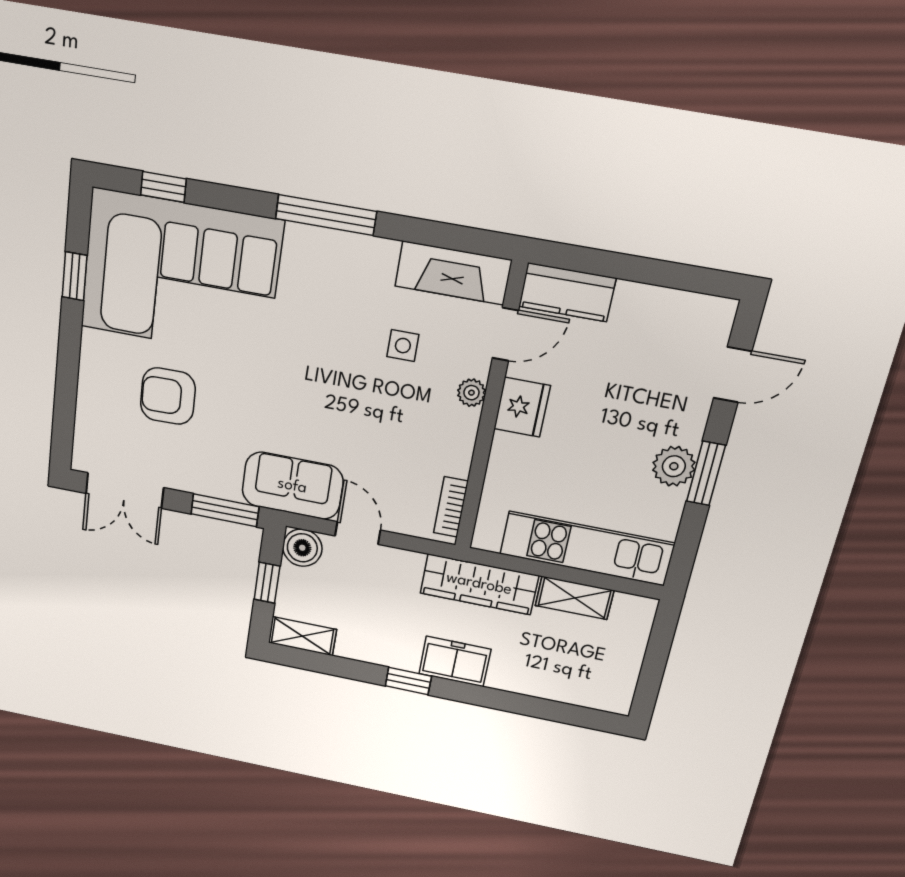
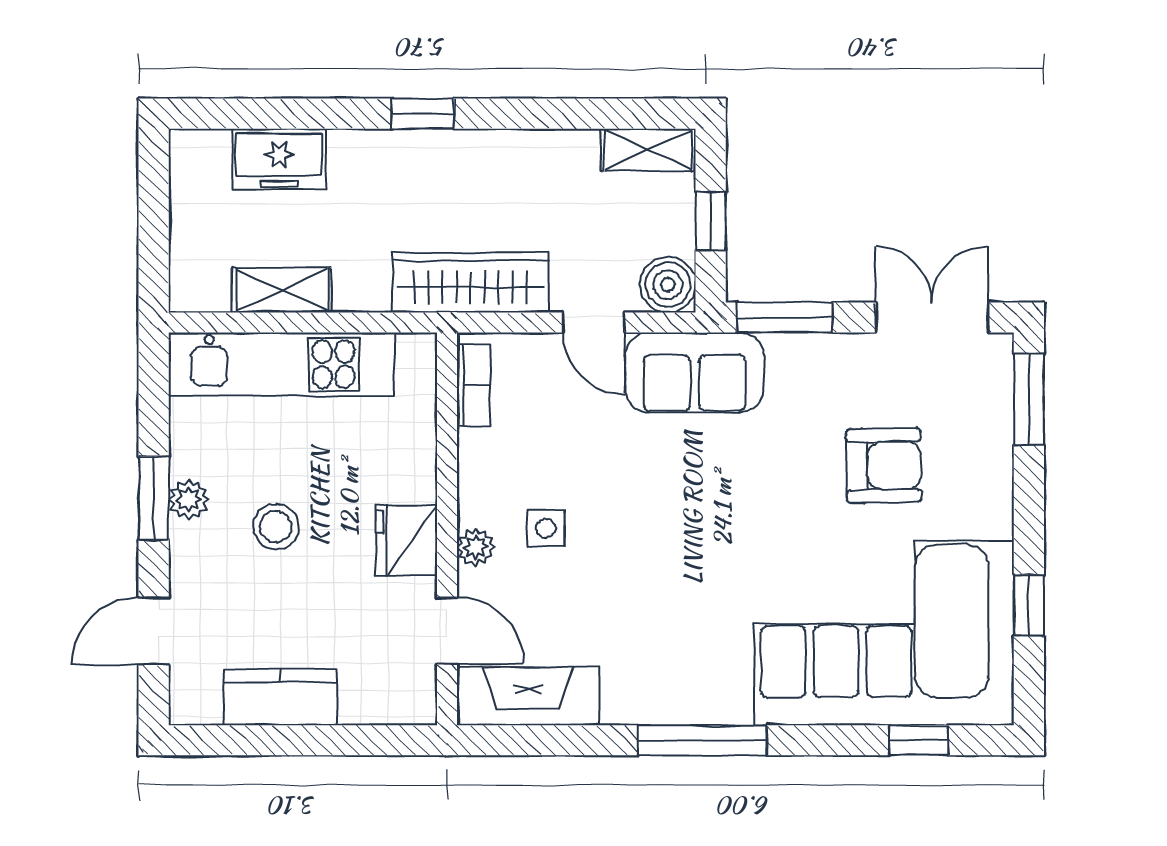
kitchen counter: (567, 292) -> (280, 697), moved
door: (505, 334) -> (447, 631), swing flipped
side table: (403, 346) -> (546, 528), moved
window: (63, 423) -> (1029, 399), added
stool: (618, 435) -> (276, 527), added
plant: (674, 466) -> (189, 499), width x0.73, depth x0.73
wardrobe: (479, 584) -> (471, 282), moved
freezer: (455, 661) -> (279, 159), moved
window: (408, 681) -> (423, 114), moved

